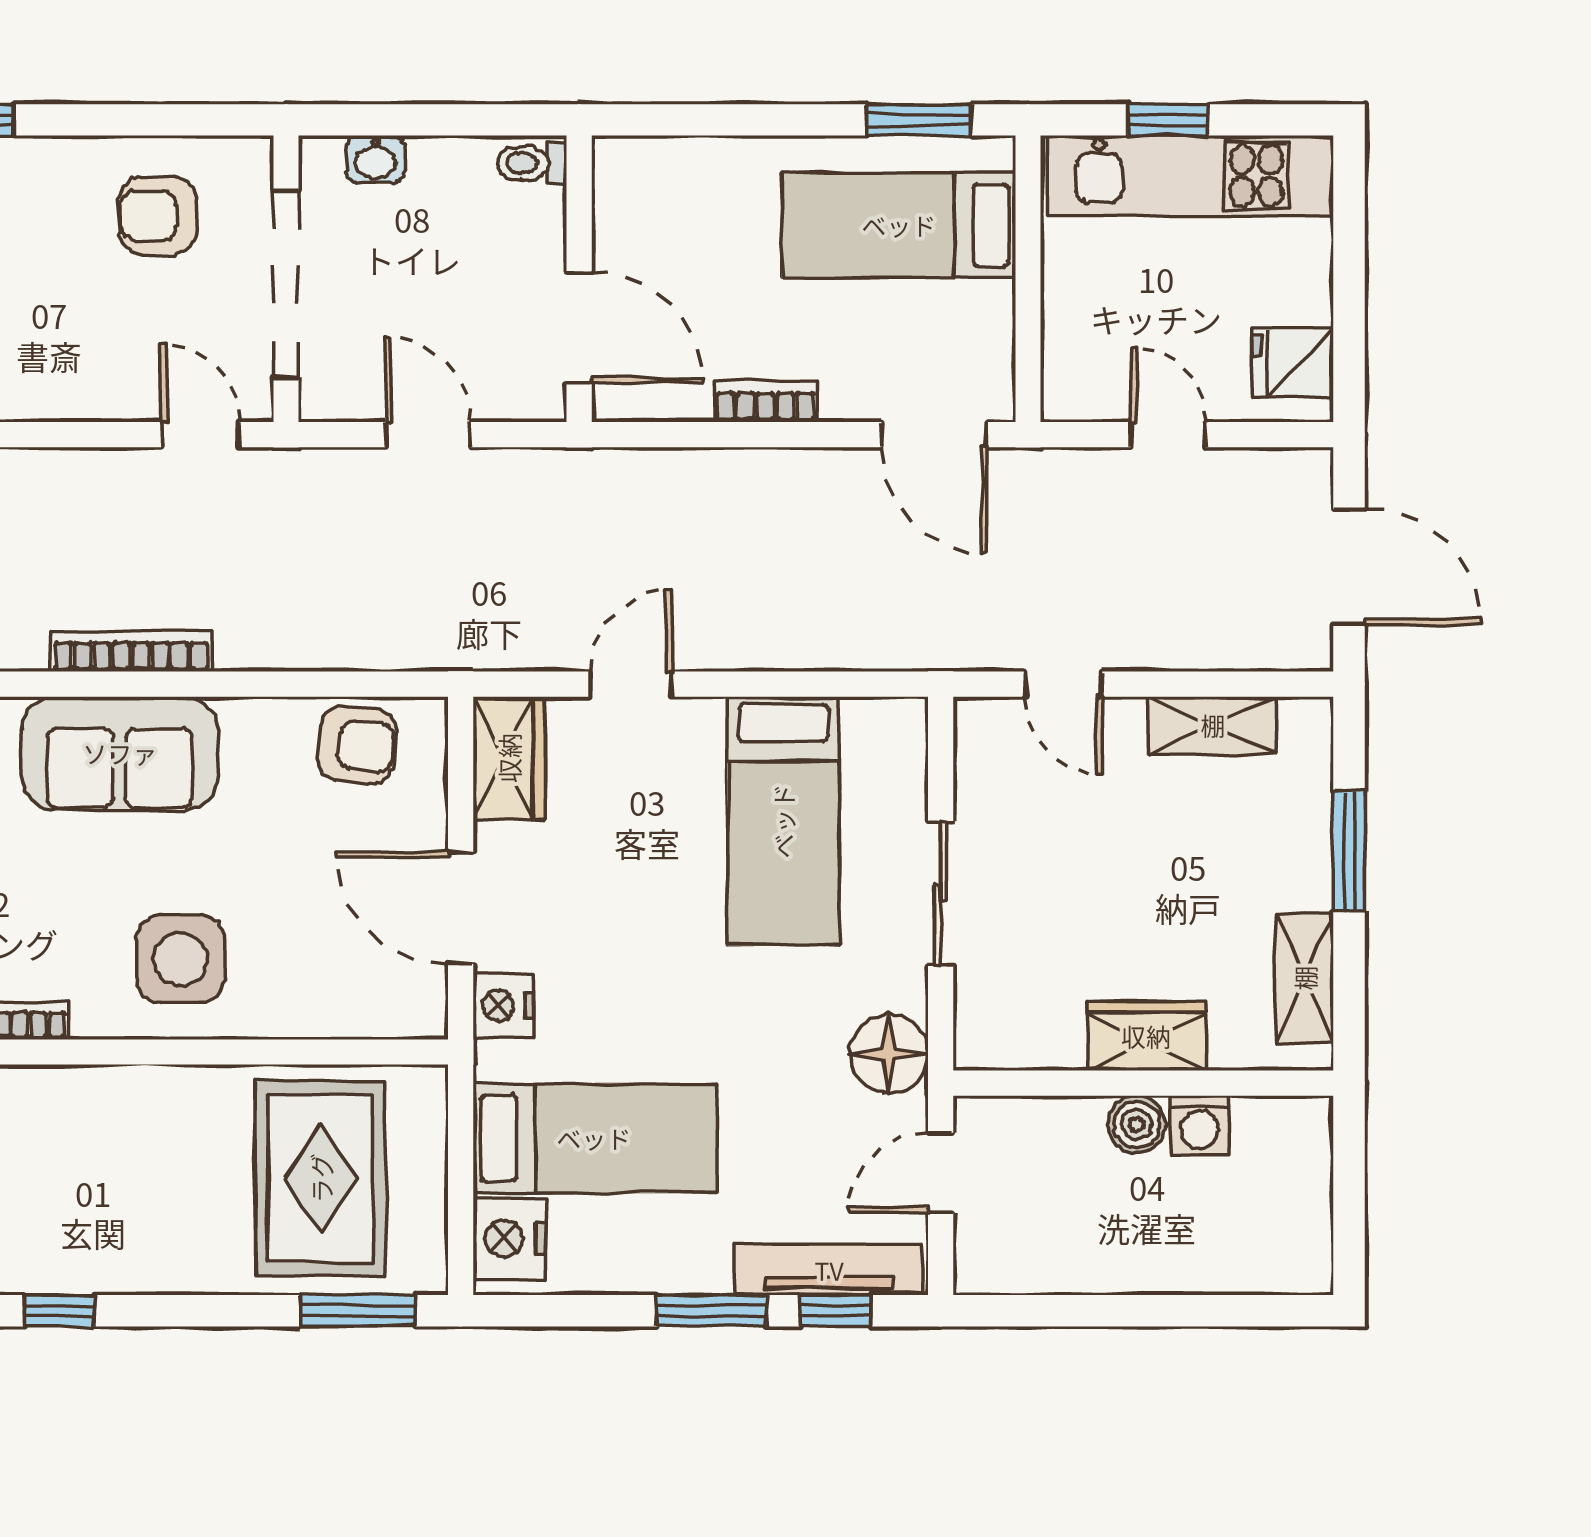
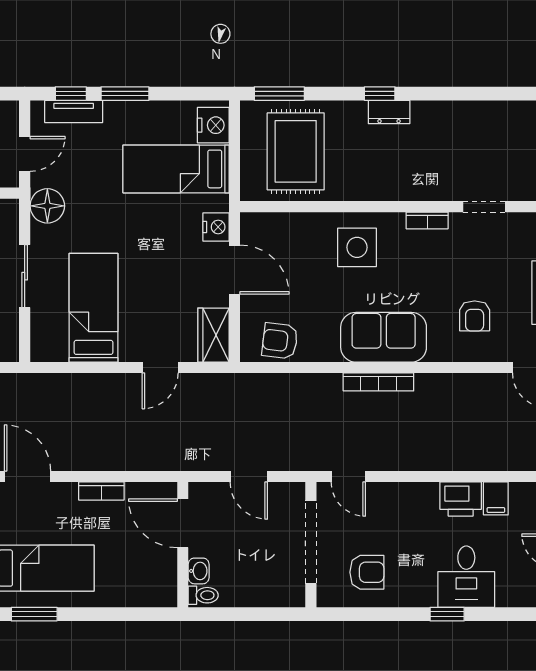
washbasin: (376, 159) -> (199, 571), moved, turned 90
dresser: (107, 1268) -> (389, 112), added
tv unit: (829, 1270) -> (74, 111), width x0.71
window: (59, 1311) -> (380, 94), moved

